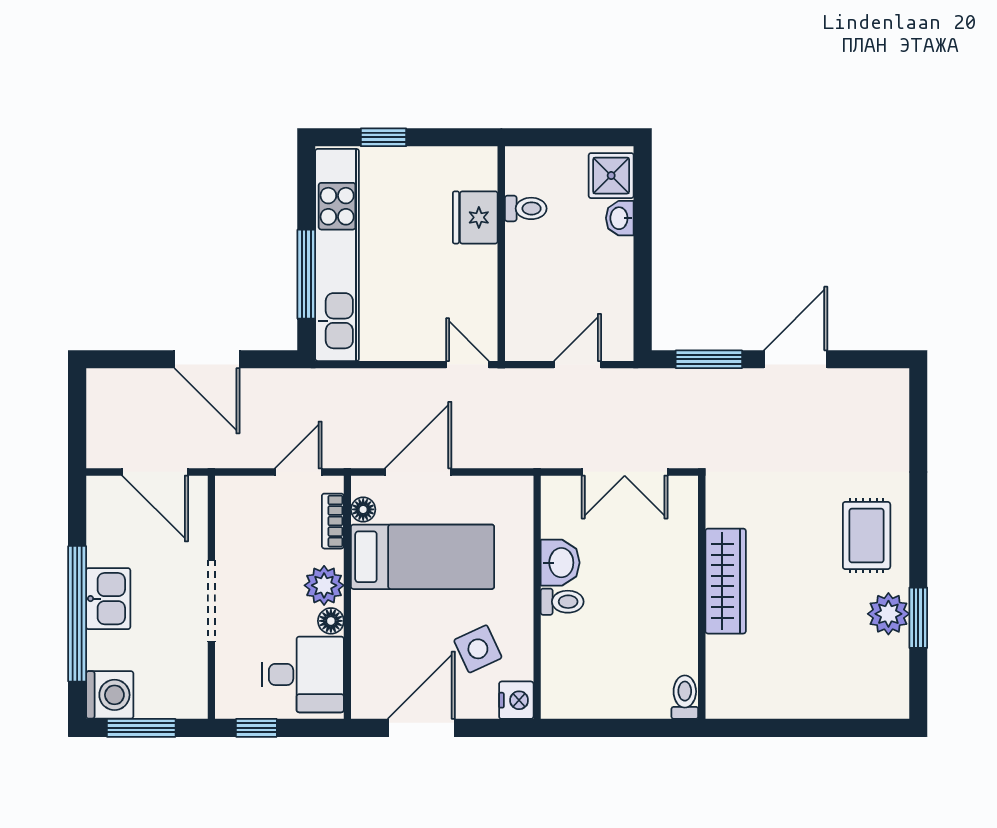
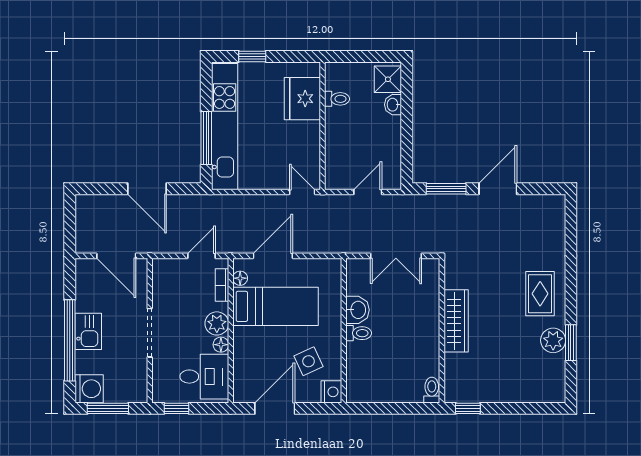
fridge: (475, 217) -> (302, 99), width x1.36, depth x1.34
window: (745, 728) -> (468, 408), added

